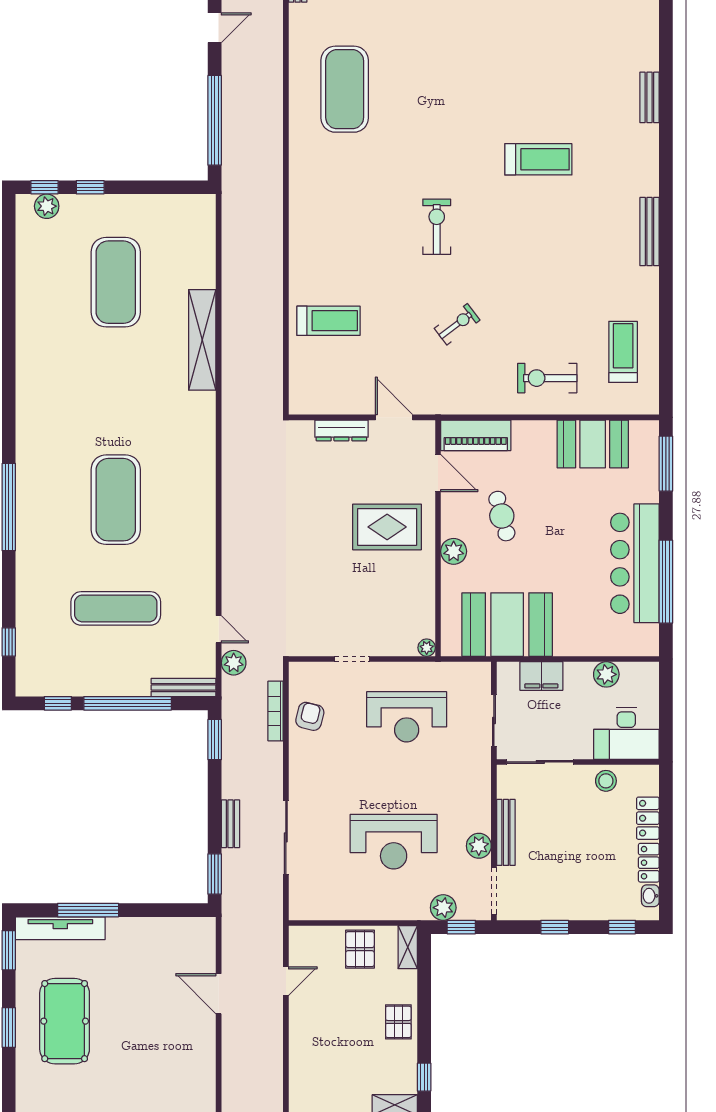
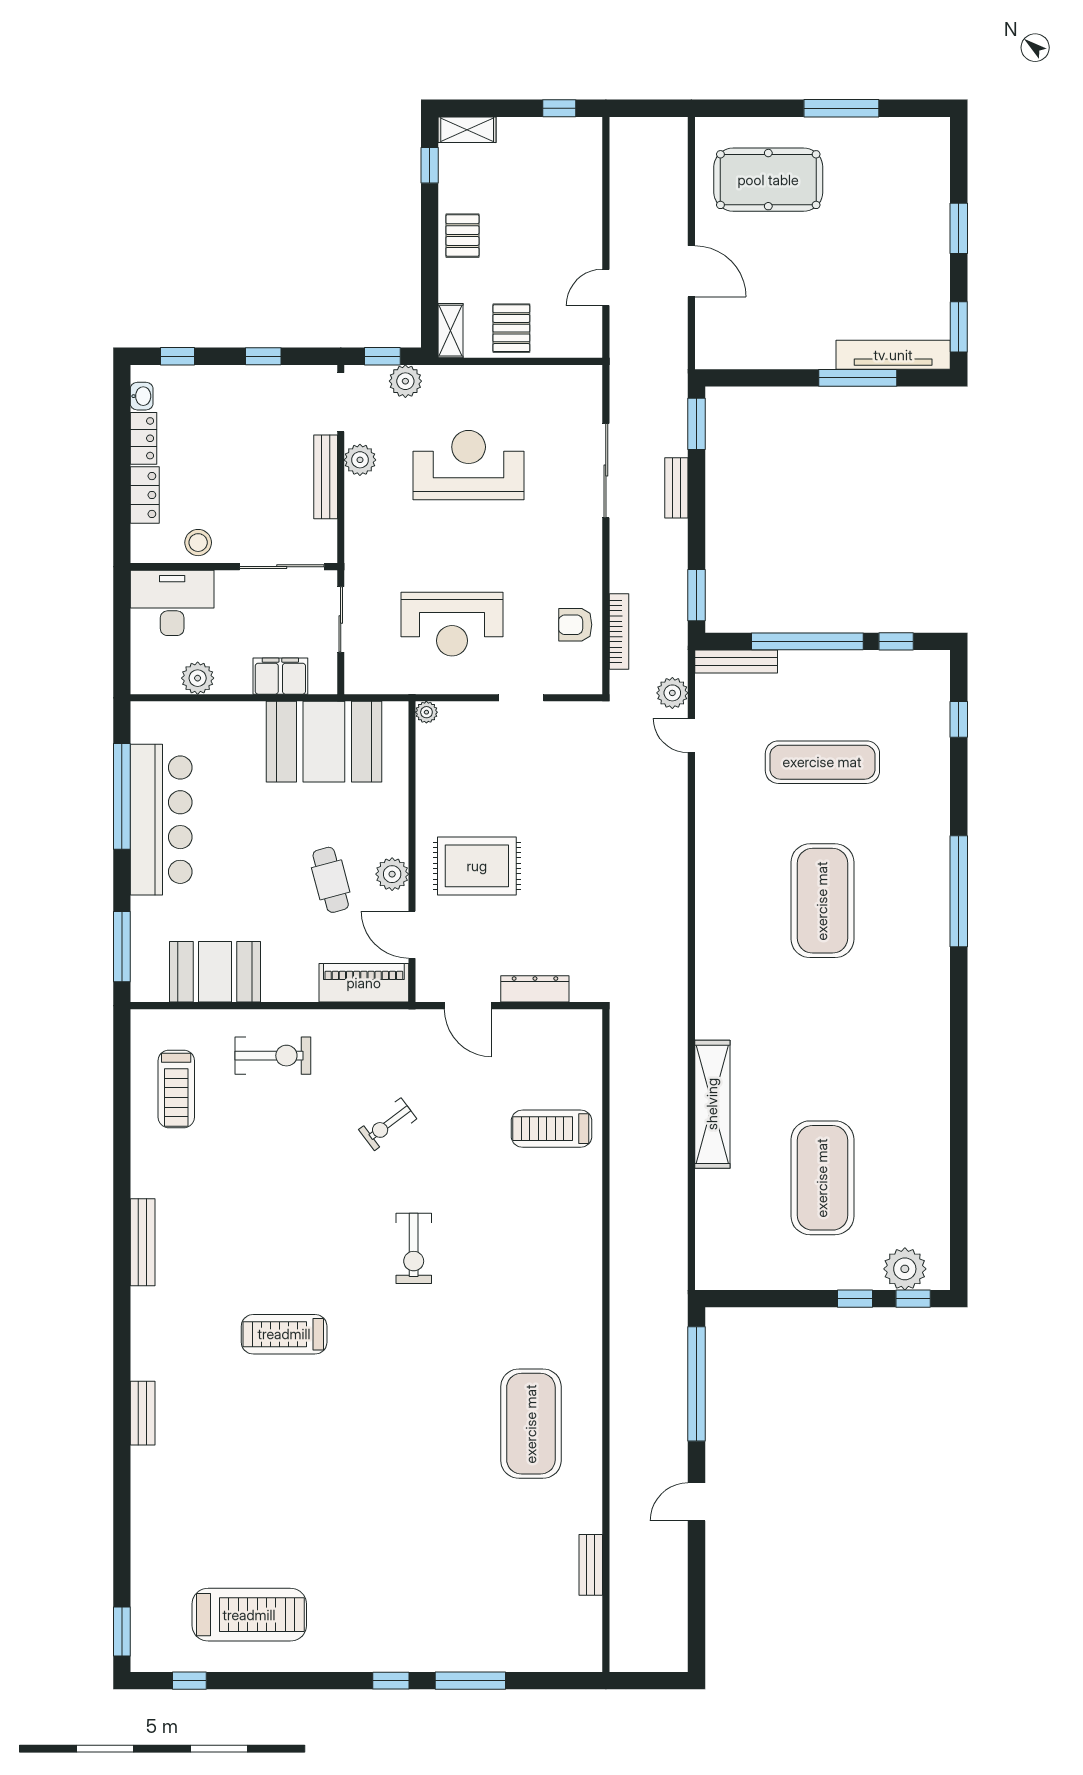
plant: (47, 206) -> (905, 1269), width x1.36, depth x1.36
plant: (454, 551) -> (392, 874), moved
armchair: (310, 716) -> (575, 625), turned 76
reception desk: (407, 717) -> (452, 624), turned 180
pool table: (65, 1021) -> (768, 180), moved, turned 90

